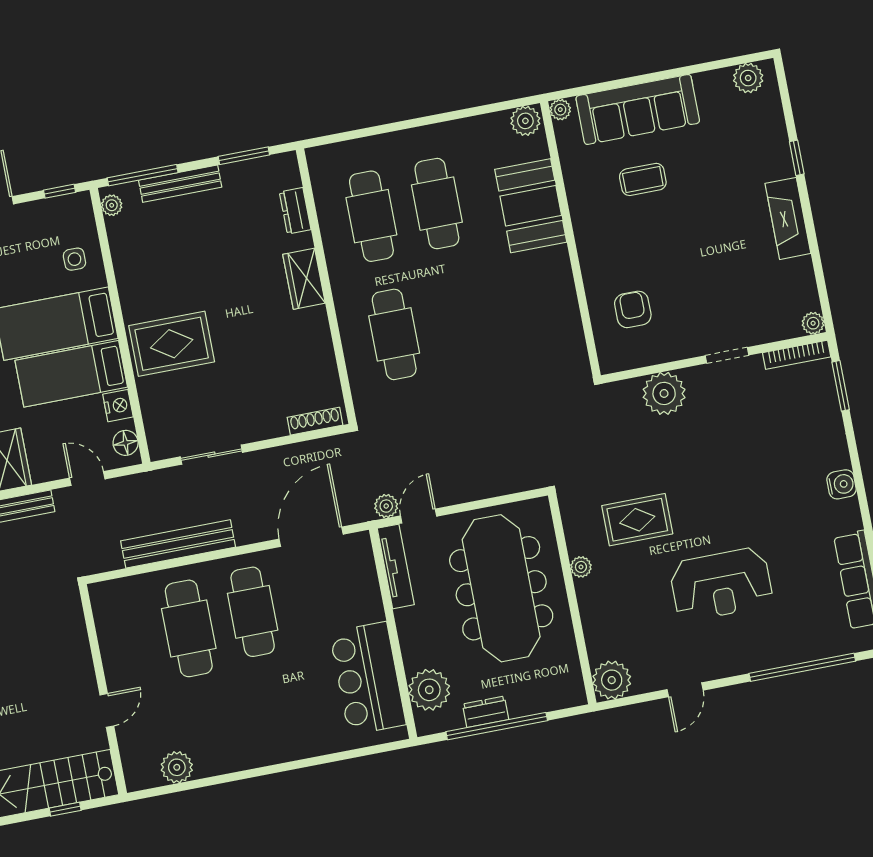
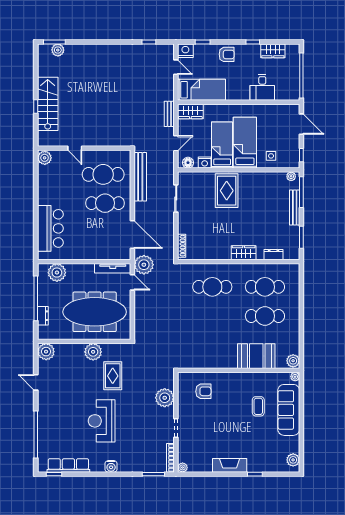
plant: (386, 506) -> (144, 265), width x1.88, depth x1.88
plant: (581, 567) -> (93, 352), width x1.87, depth x1.87
reception desk: (721, 584) -> (102, 421), moved
bar counter: (368, 678) -> (50, 228), moved, turned 90
wall: (103, 689) -> (84, 148), moved
door: (107, 710) -> (75, 148), moved
dresser: (486, 712) -> (43, 316), moved

